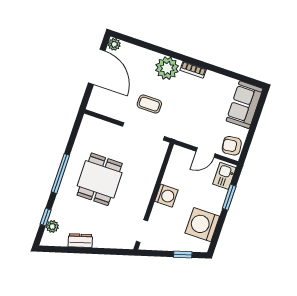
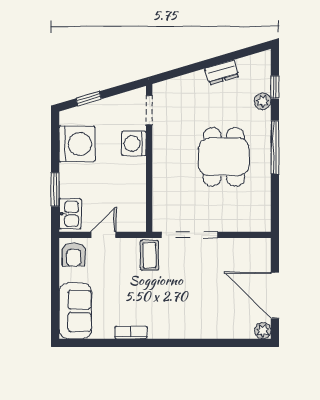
plant: (167, 68) -> (187, 323), removed
bookcase: (193, 70) -> (131, 332), moved
coffee table: (149, 104) -> (149, 255), moved, turned 90
armchair: (232, 146) -> (74, 254), turned 97
washing machine: (166, 196) -> (134, 143), moved
plant: (52, 226) -> (263, 101), moved

